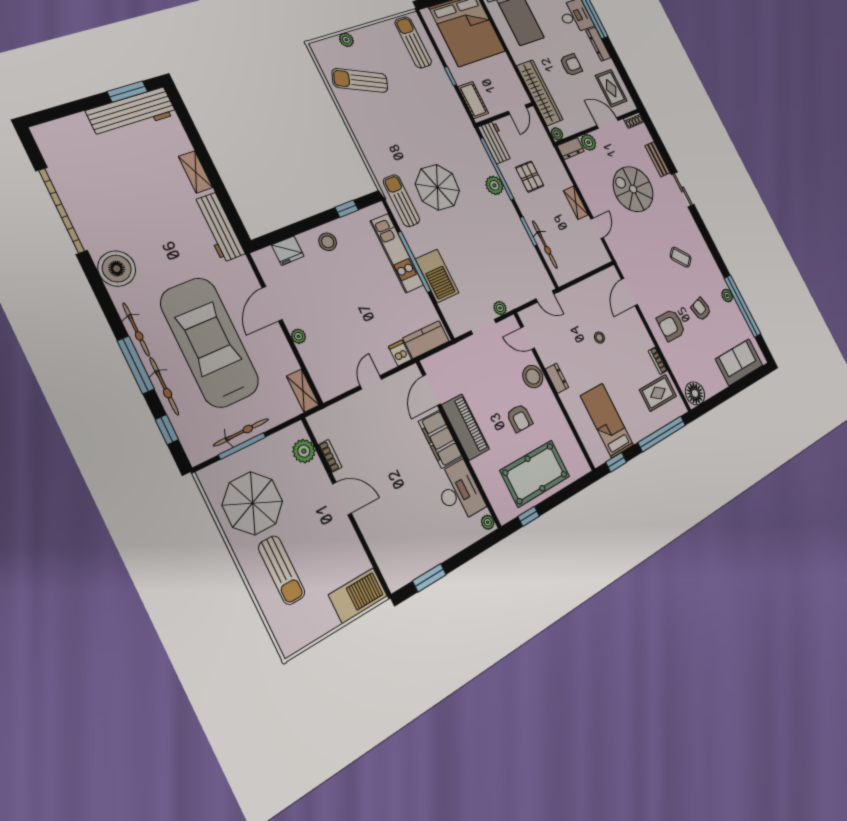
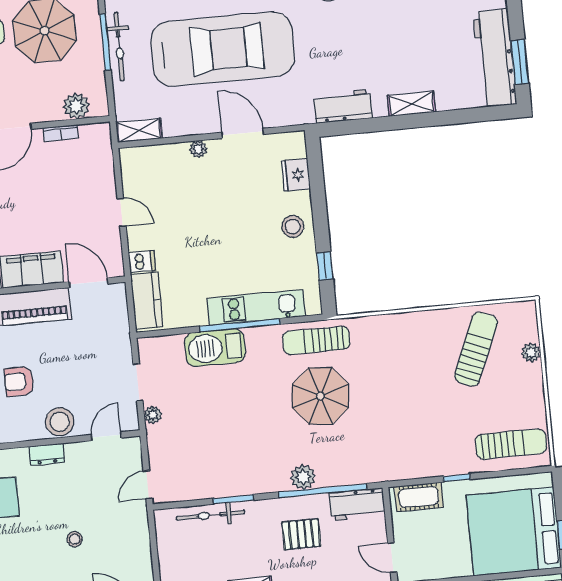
sun lounger: (401, 201) -> (316, 340), turned 180
workbench: (219, 227) -> (343, 106), width x0.73

